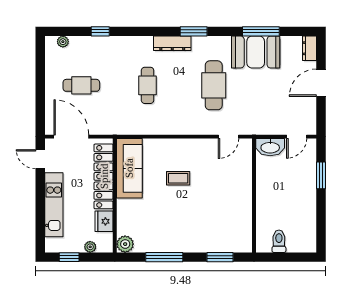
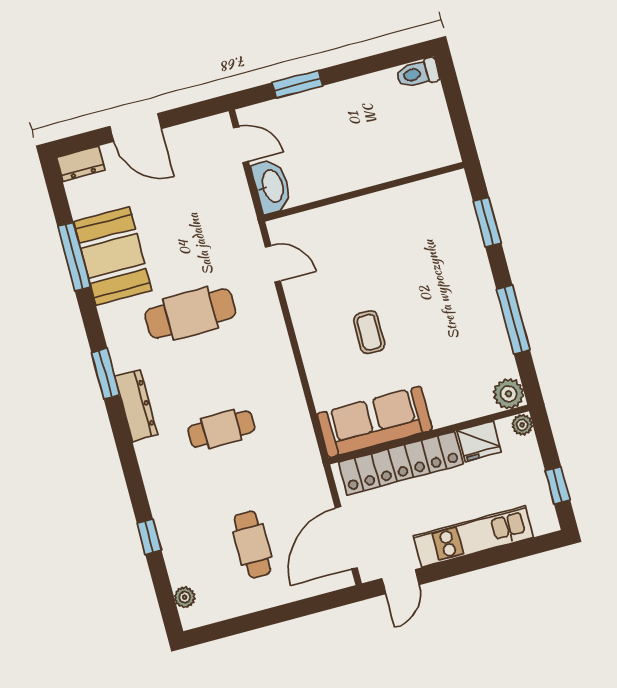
toilet: (279, 241) -> (418, 73), moved
plant: (90, 247) -> (522, 425), moved

